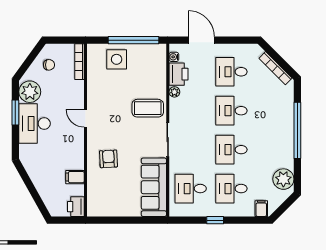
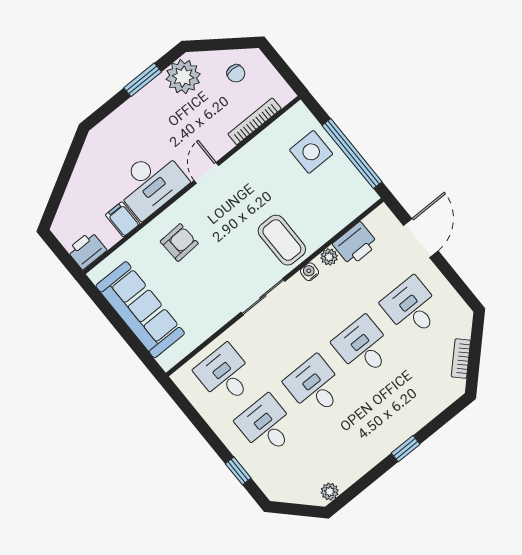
water cooler: (174, 57) -> (310, 272), moved
bookcase: (80, 62) -> (255, 121), moved
bookcase: (275, 68) -> (461, 359), width x0.64
desk: (35, 124) -> (151, 183), moved, turned 180
window: (297, 130) -> (406, 449), width x0.32
plant: (283, 179) -> (330, 492), width x0.53, depth x0.53
sofa: (154, 187) -> (140, 310), moved, turned 90
filing cabinet: (261, 209) -> (272, 483), removed
window: (215, 220) -> (238, 471), moved

